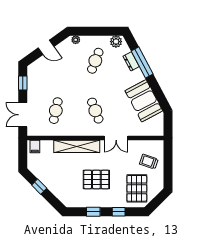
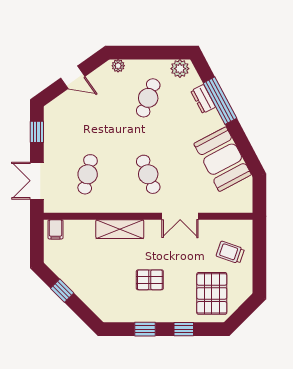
shelving: (77, 146) -> (120, 229), width x0.68
pallet: (96, 179) -> (150, 280), width x0.67, depth x0.71

